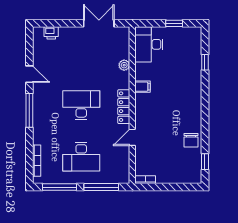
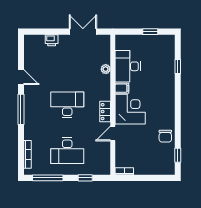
printer: (51, 33) -> (52, 40), moved
desk: (149, 44) -> (128, 66), moved
locker: (124, 107) -> (105, 112), width x0.66
corner desk: (152, 110) -> (130, 109), added
window: (101, 187) -> (85, 178), width x0.46

